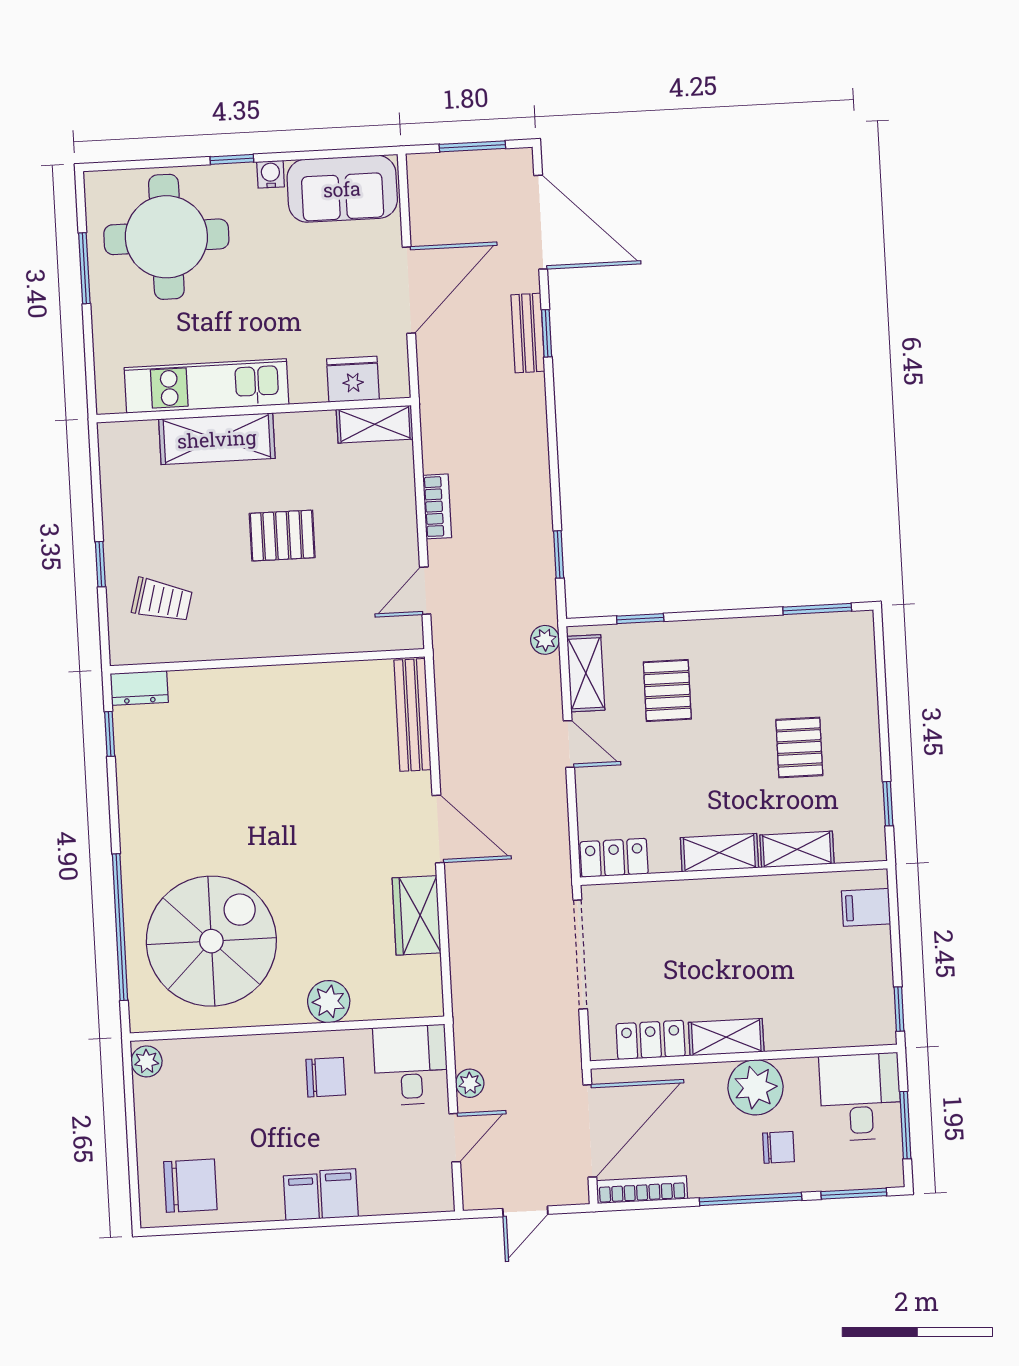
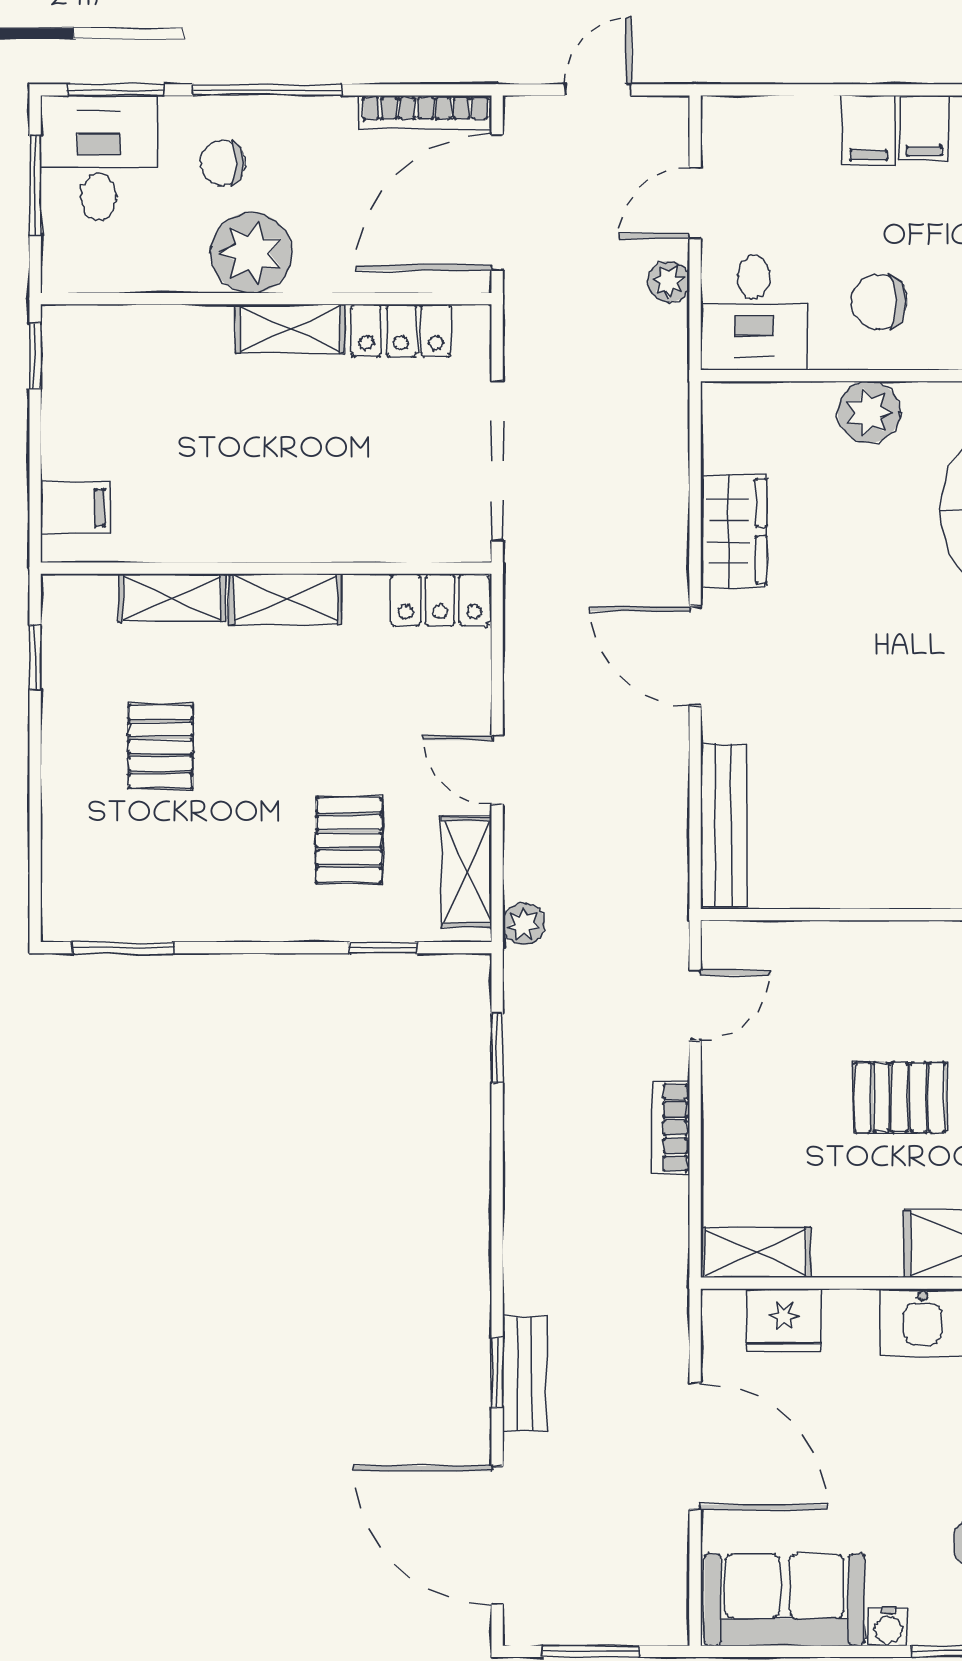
door: (409, 290) -> (695, 1446), swing flipped
desk: (860, 1097) -> (99, 158), moved, turned 180

